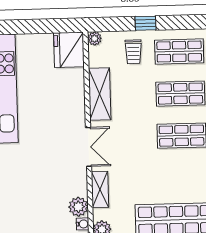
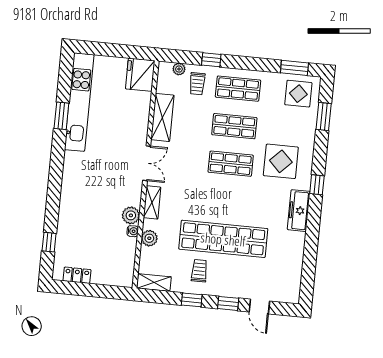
plant: (95, 39) -> (179, 69), moved

